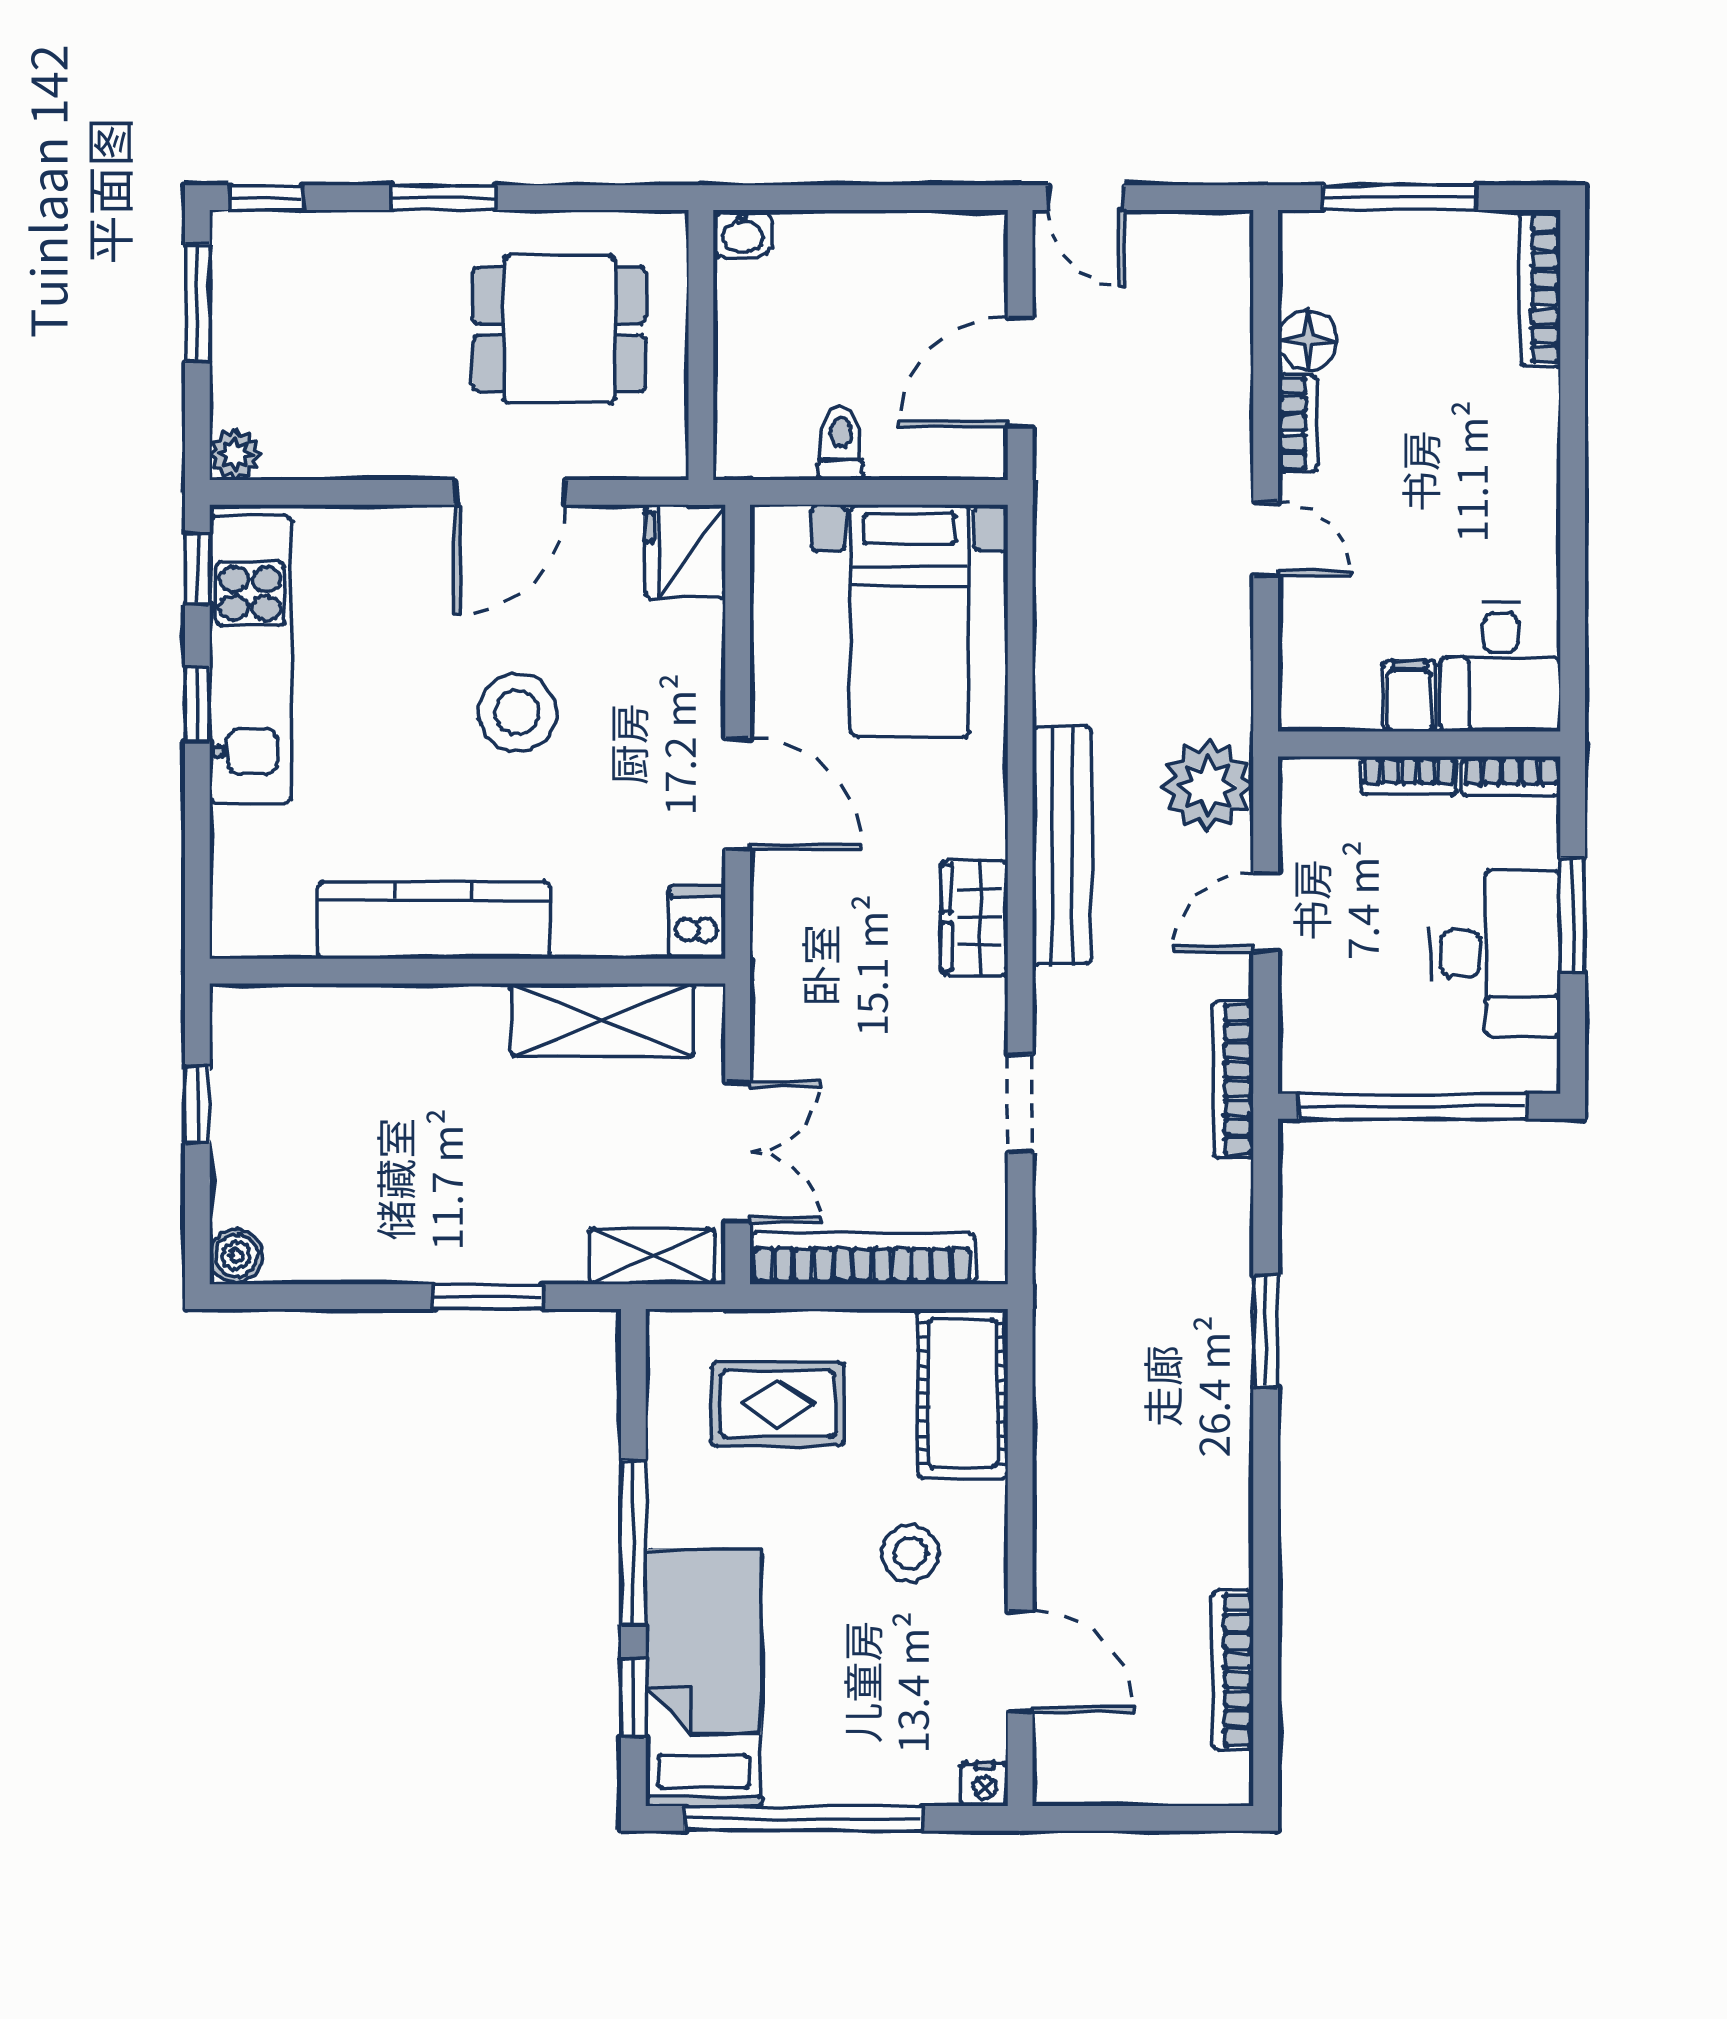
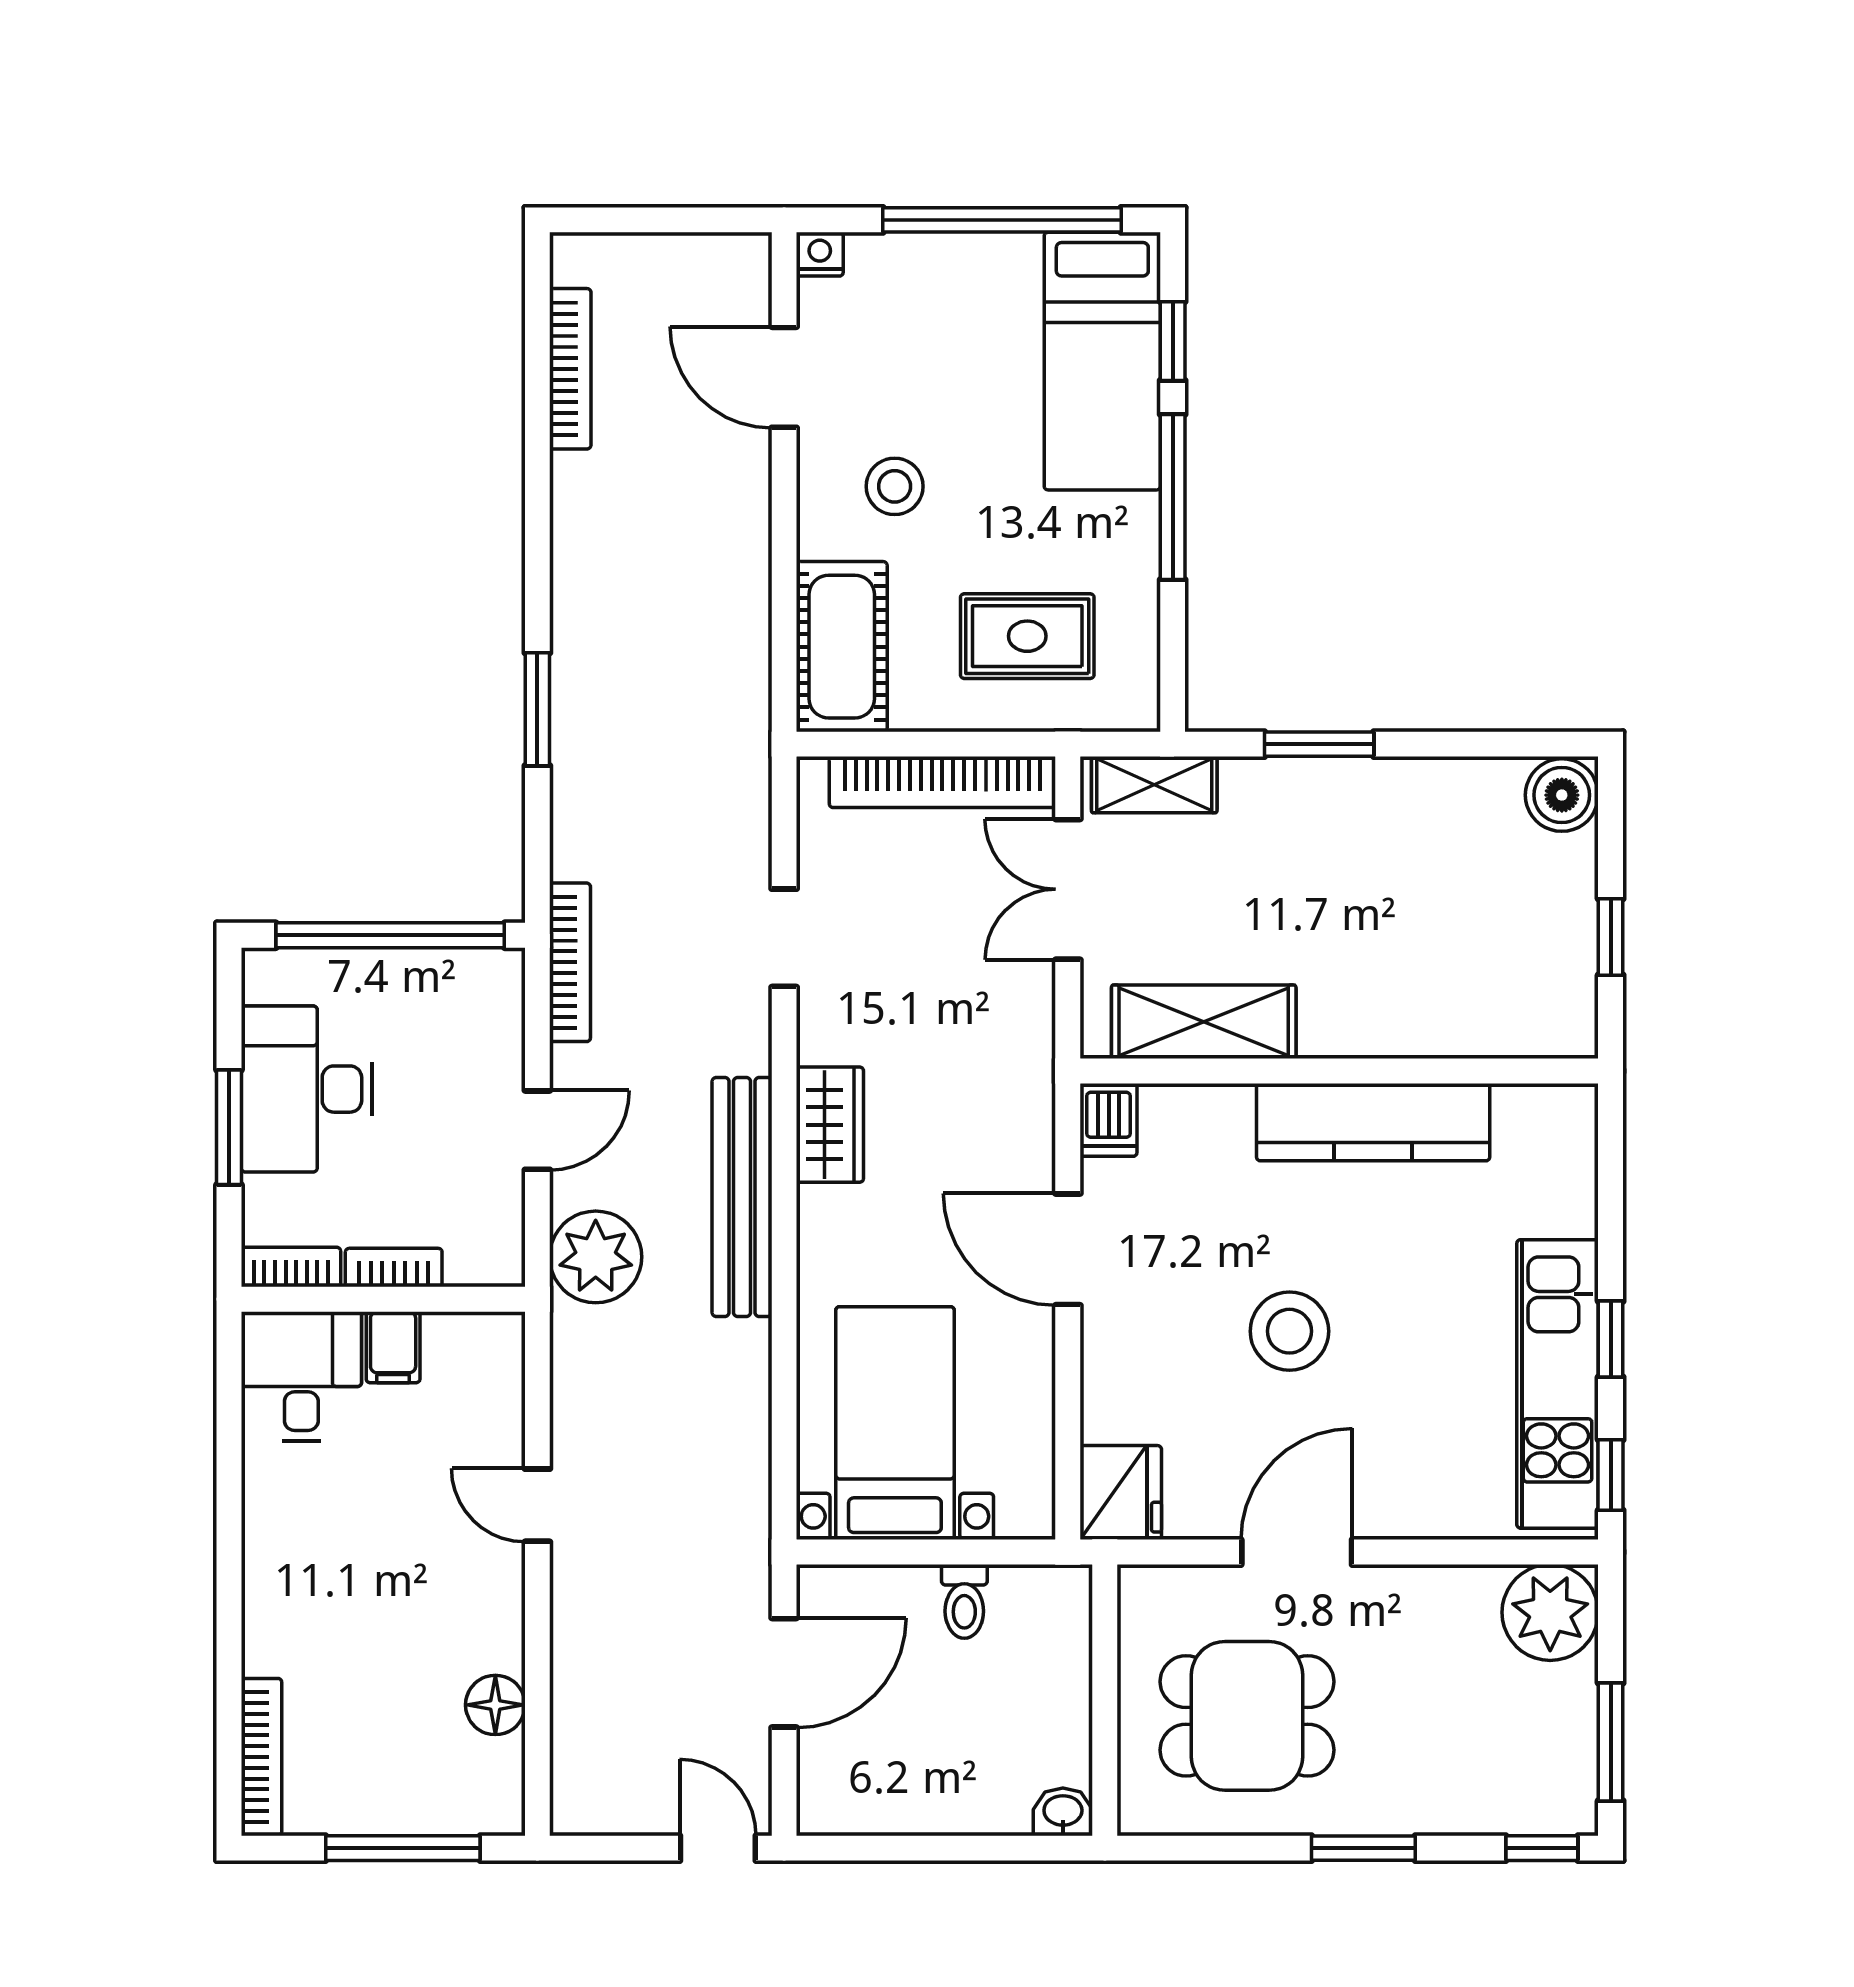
bookcase: (1297, 423) -> (506, 1621), removed
plant: (235, 455) -> (1550, 1612), width x1.88, depth x1.88
boiler: (236, 1256) -> (1562, 795), width x1.36, depth x1.36

